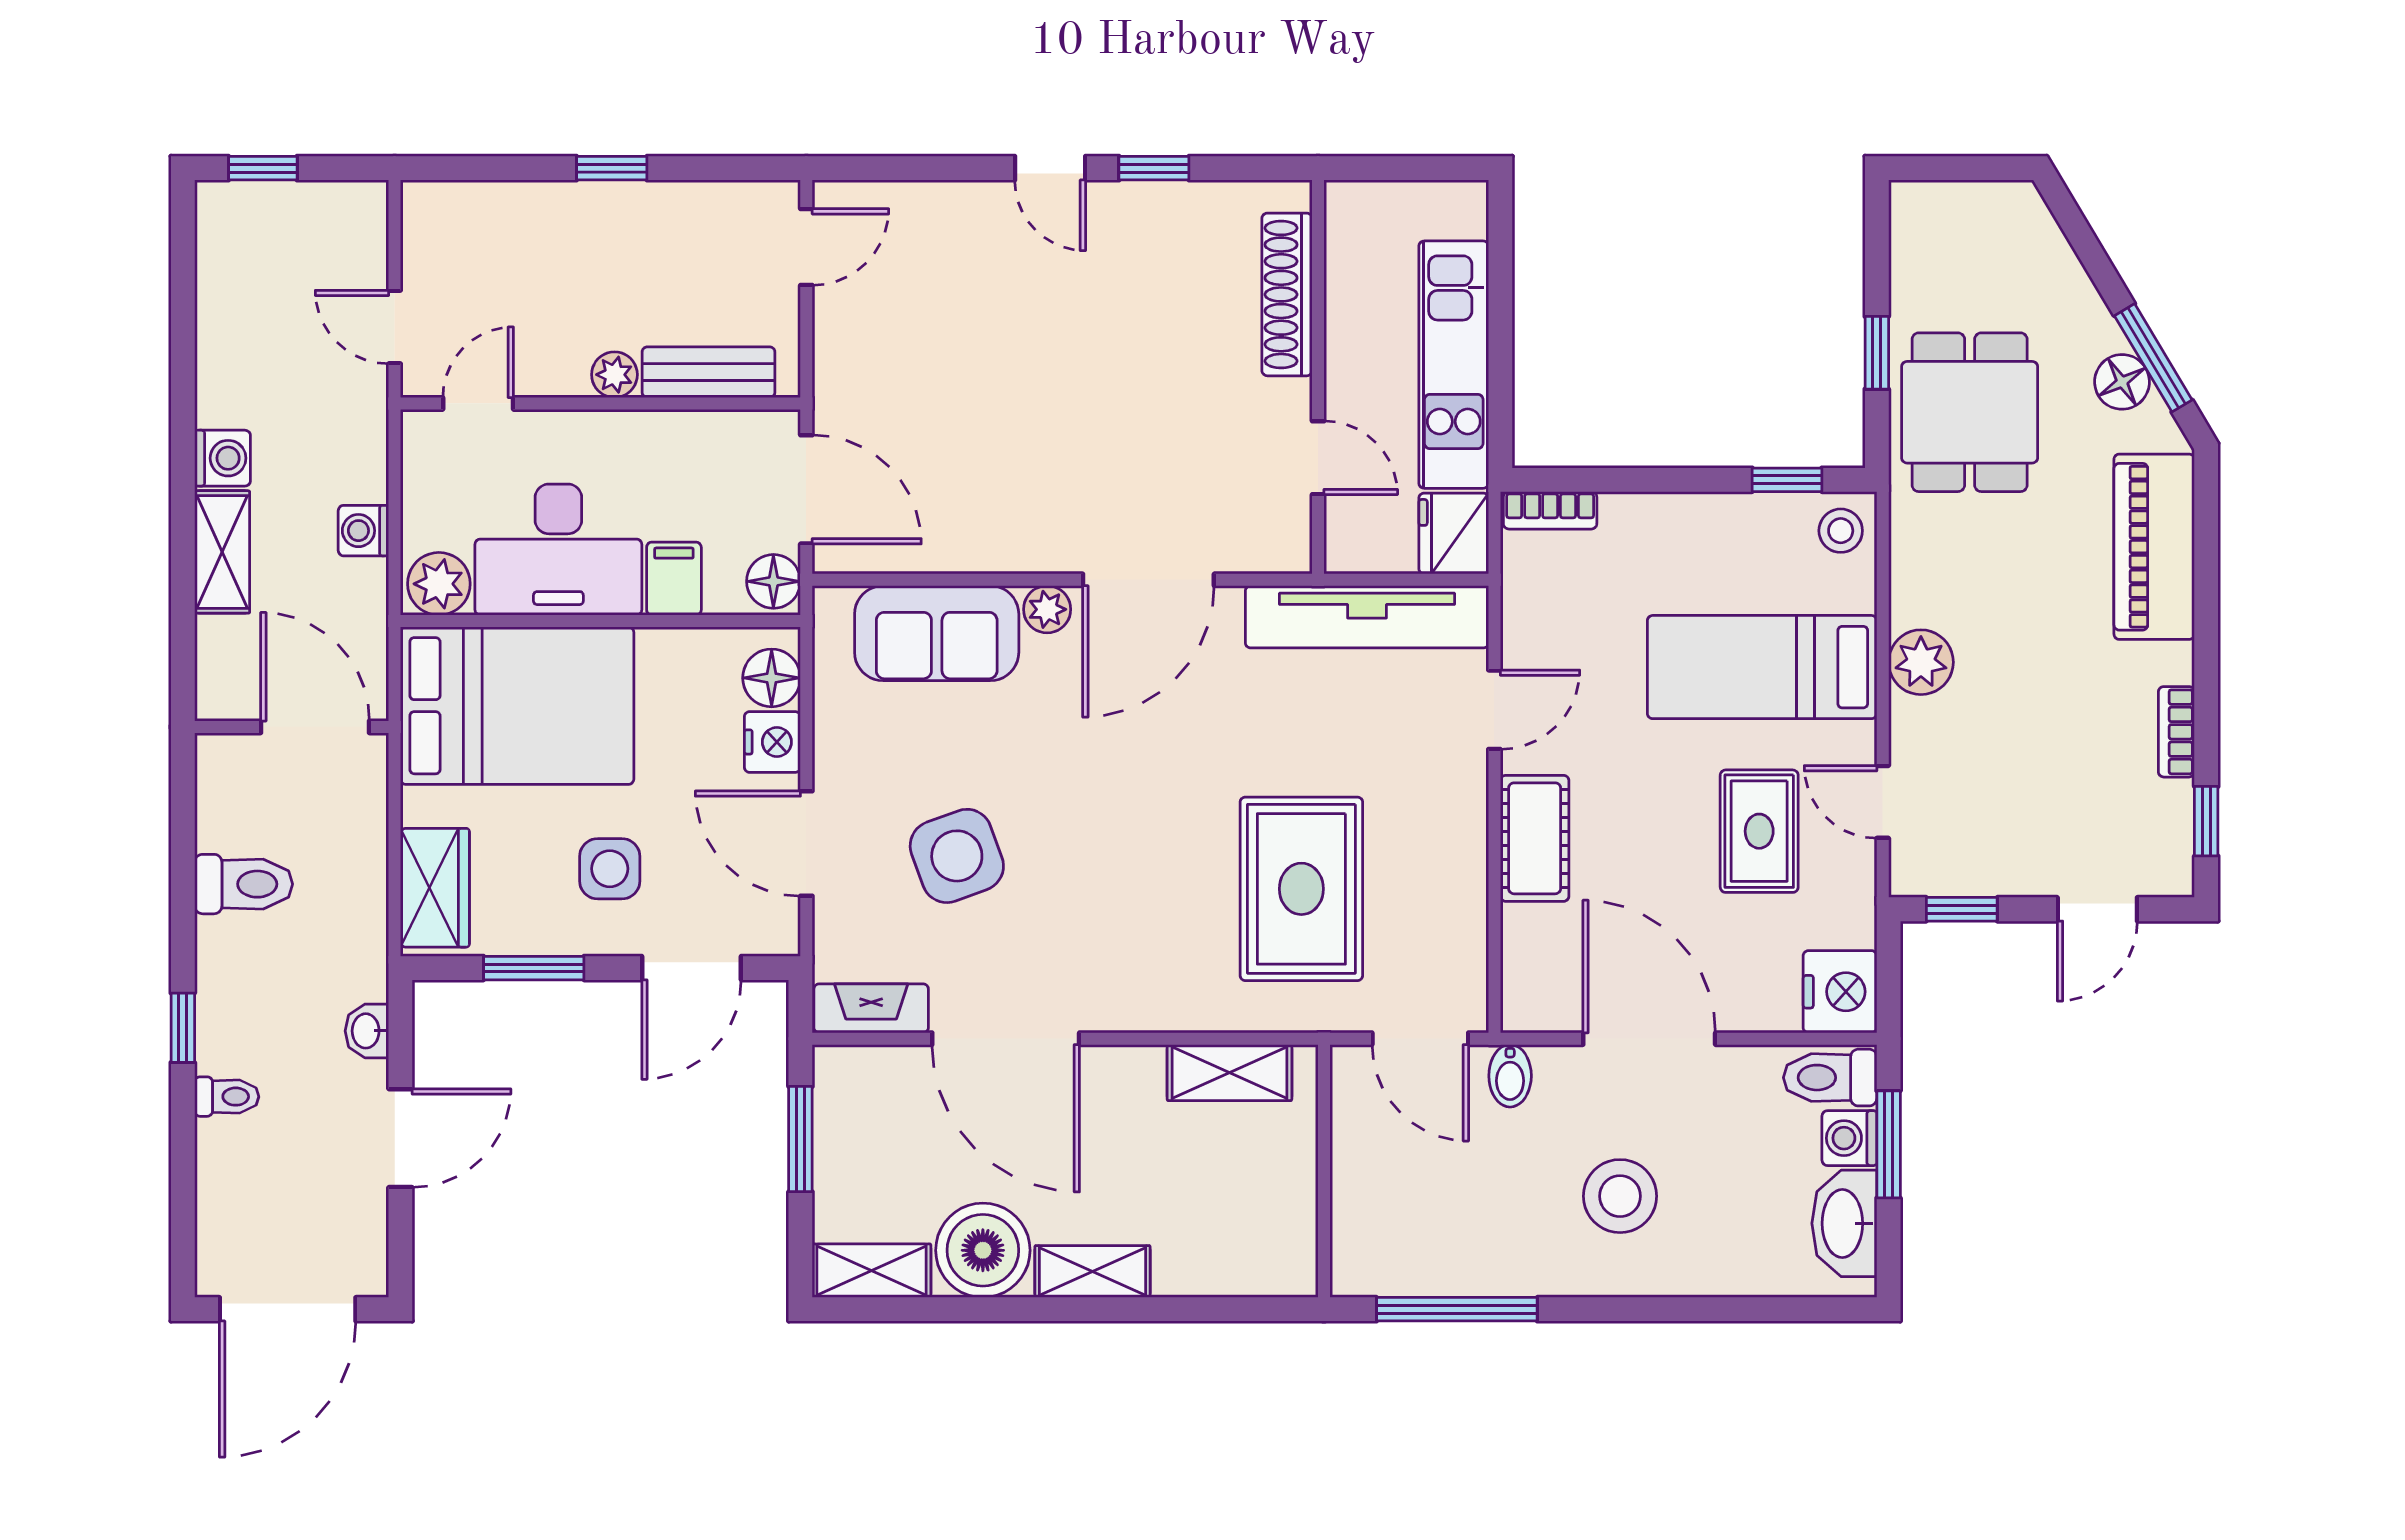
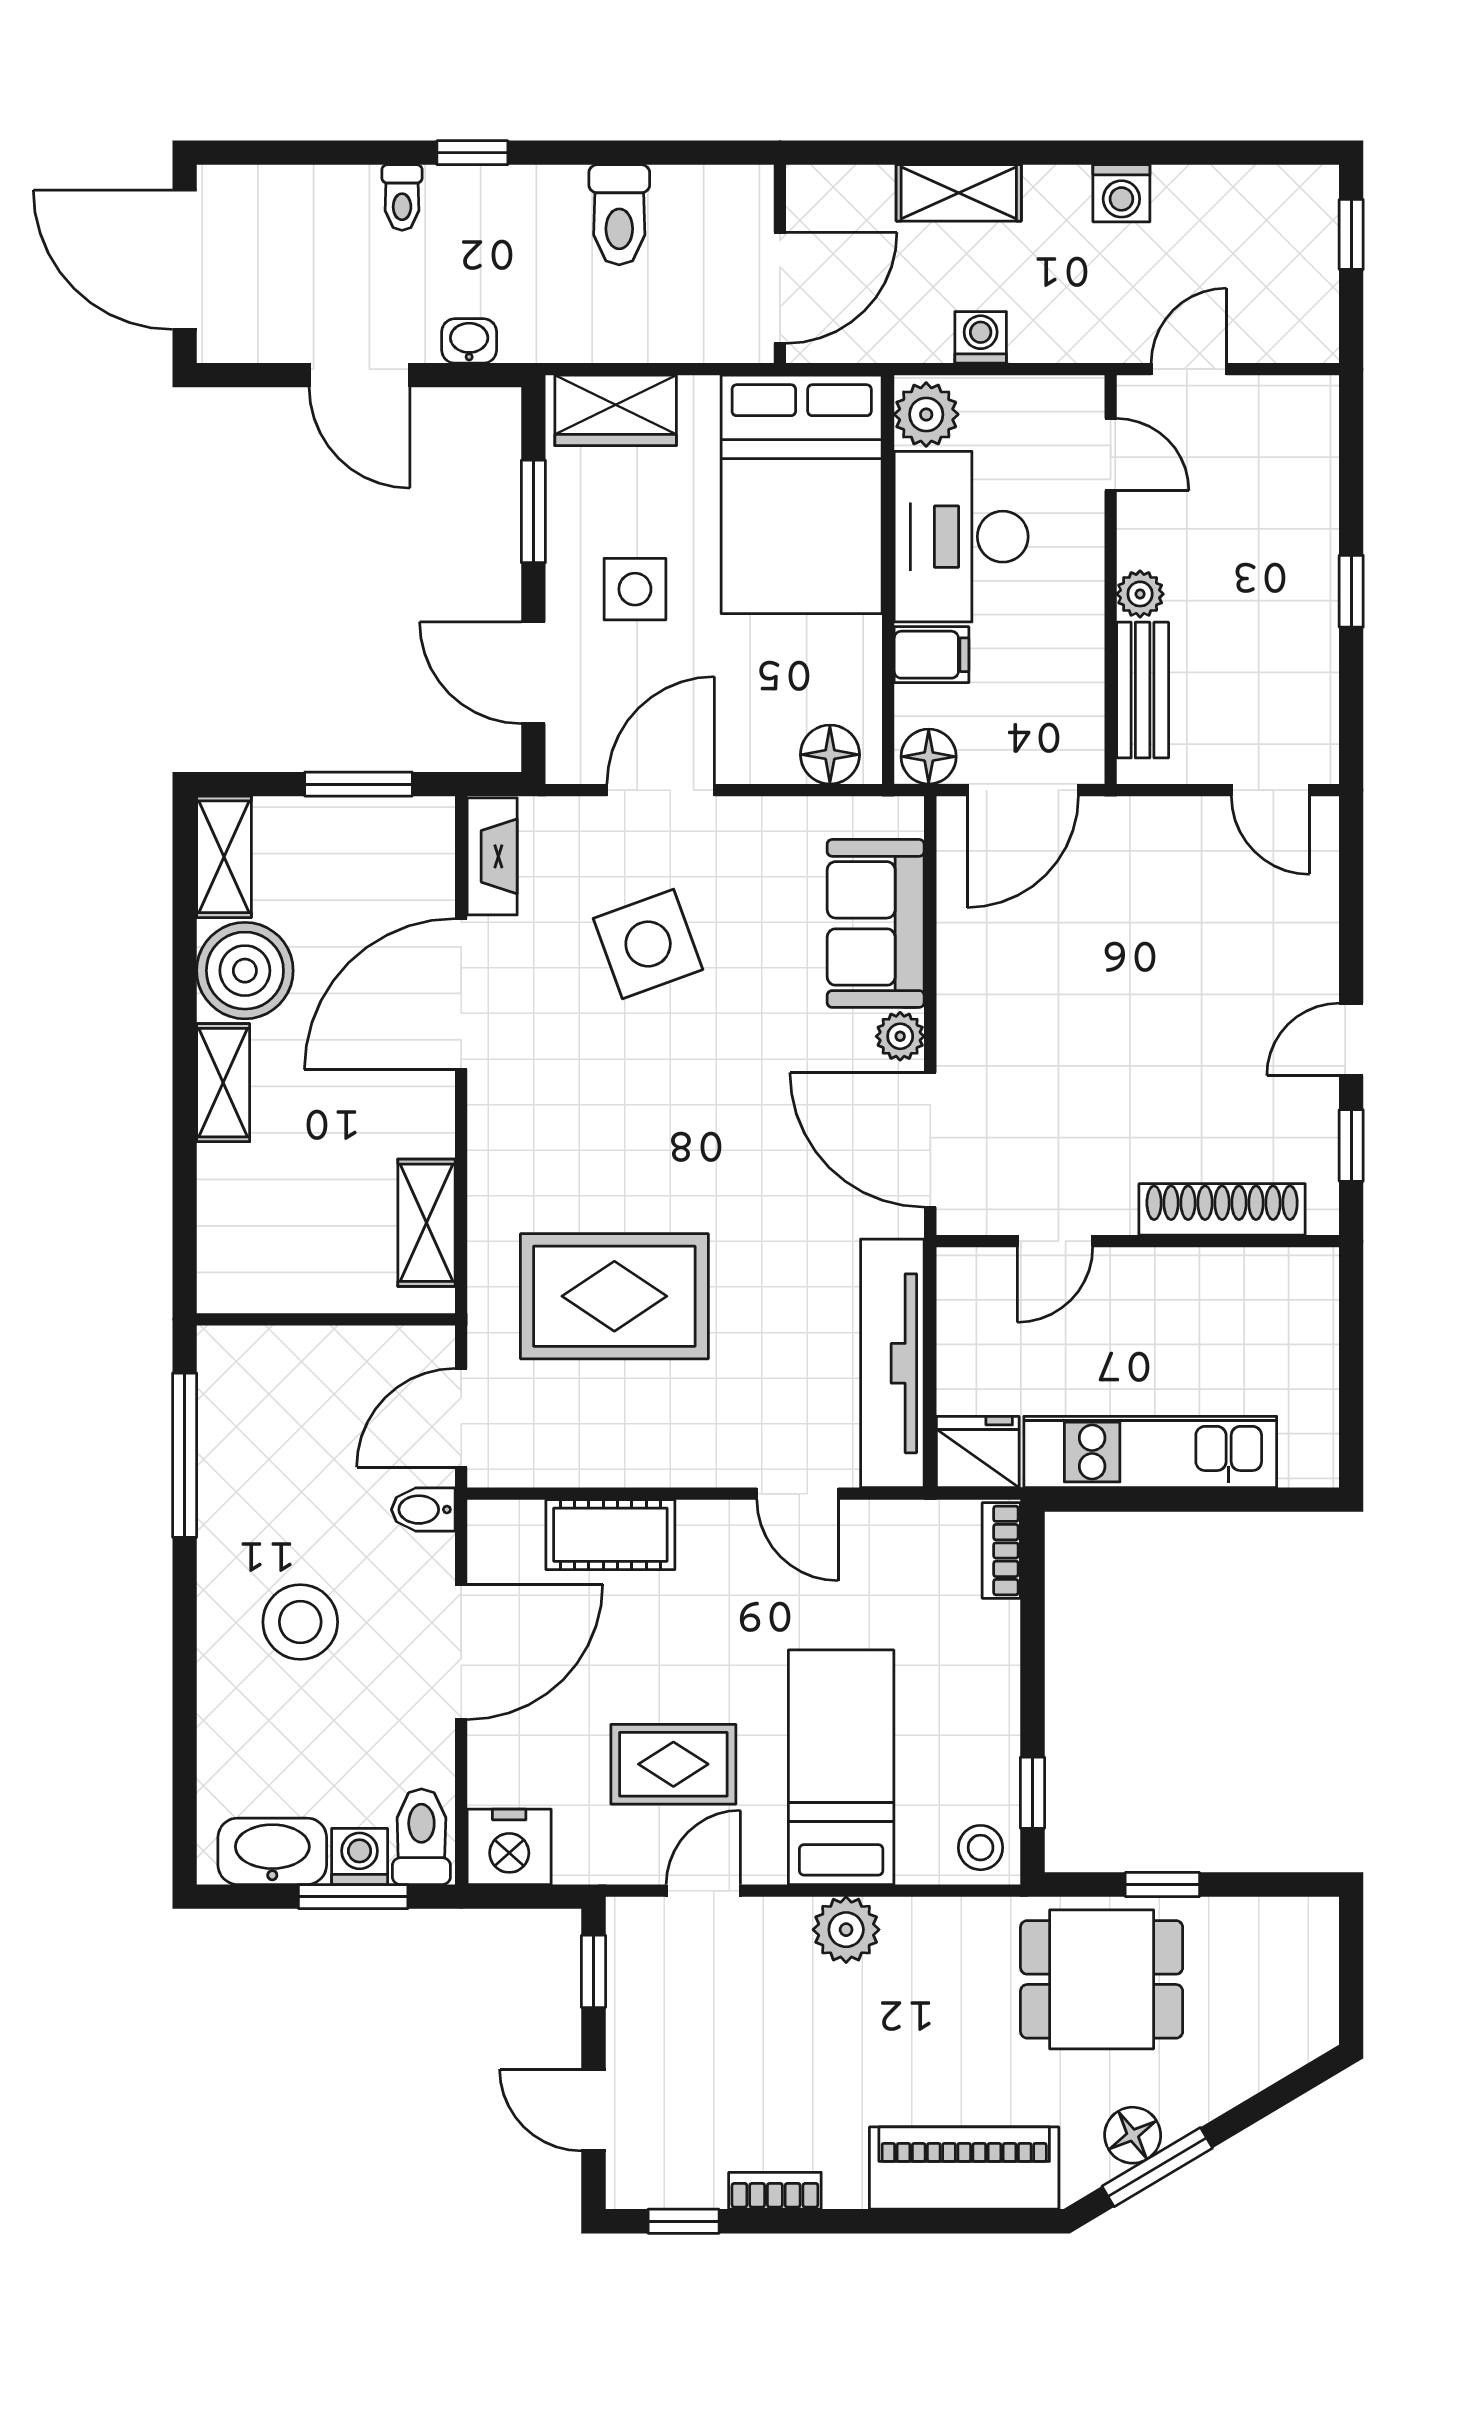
shoe rack: (1287, 294) -> (1222, 1209), moved
wall: (1318, 377) -> (1138, 1241), moved
washing machine: (222, 458) -> (1121, 193), moved
door: (1318, 458) -> (1055, 1241), moved
nightstand: (772, 742) -> (765, 755), removed
cot: (1535, 838) -> (610, 1535), moved

